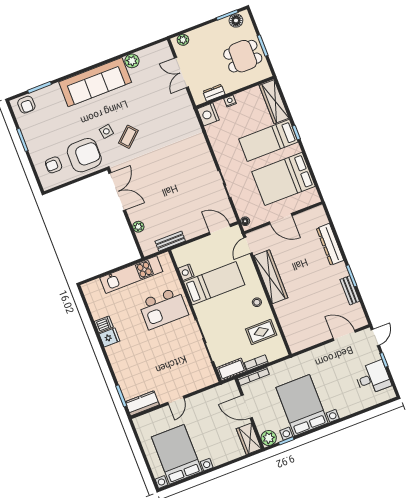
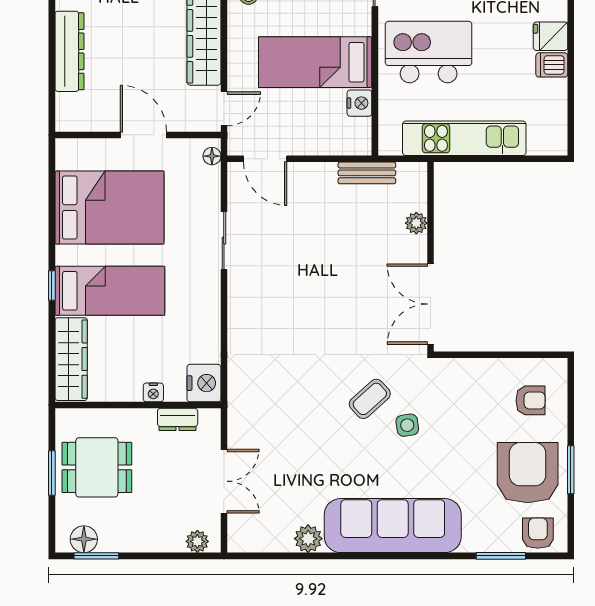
armchair: (84, 155) -> (528, 473), moved, turned 90

